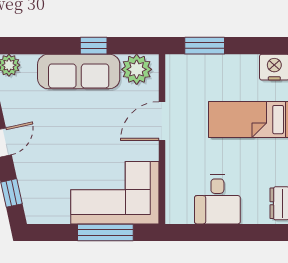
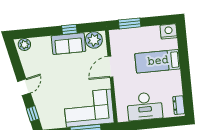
sofa: (79, 71) -> (68, 44), width x0.73
desk: (217, 199) -> (145, 106), width x1.37

